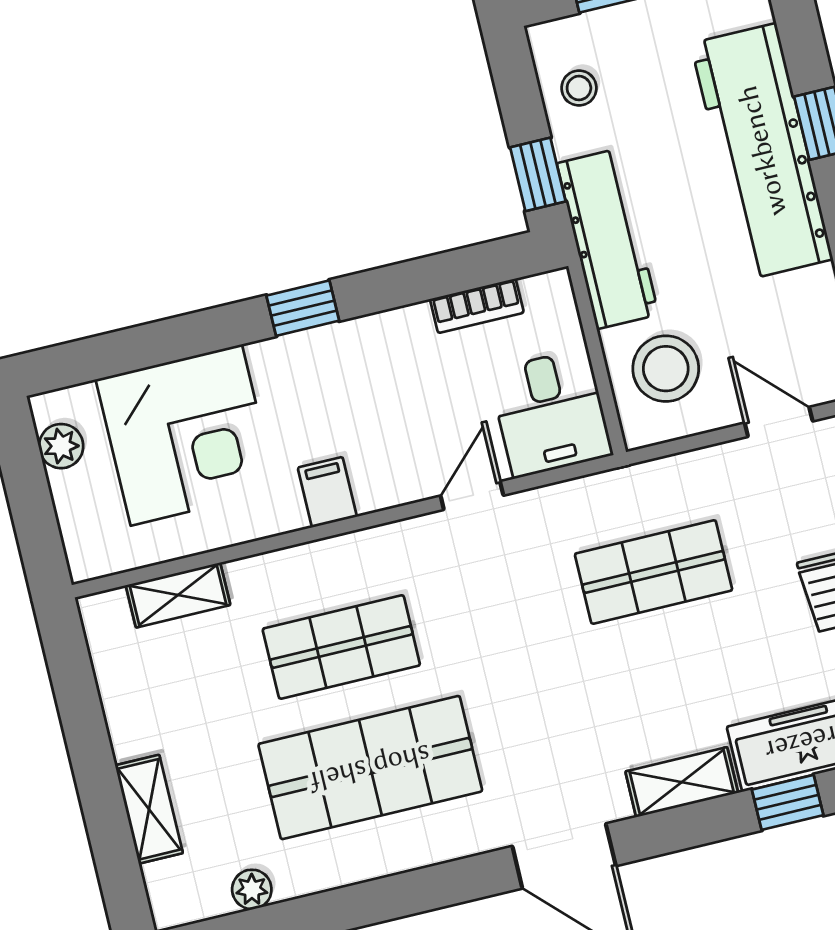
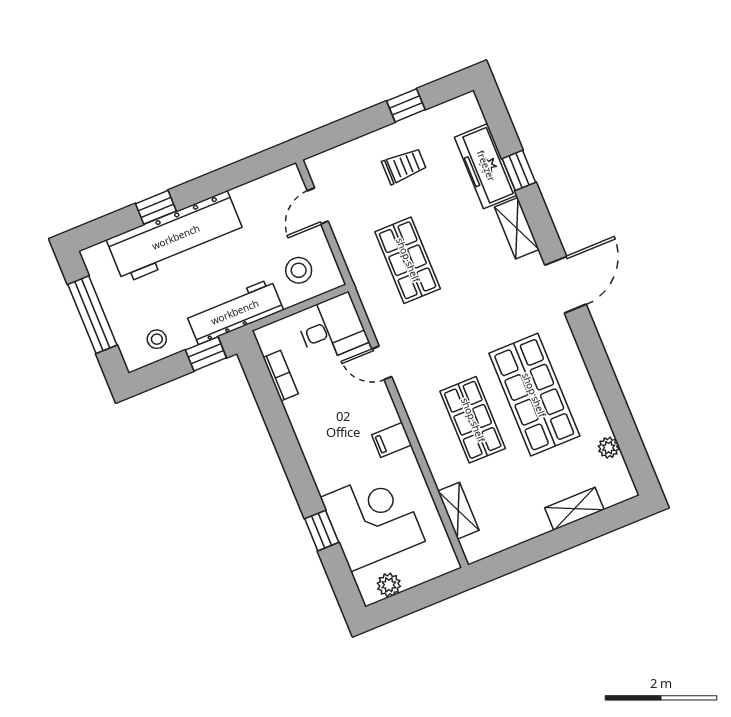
window: (303, 308) -> (322, 531), moved
stool: (666, 369) -> (299, 270), width x0.73, depth x0.73

